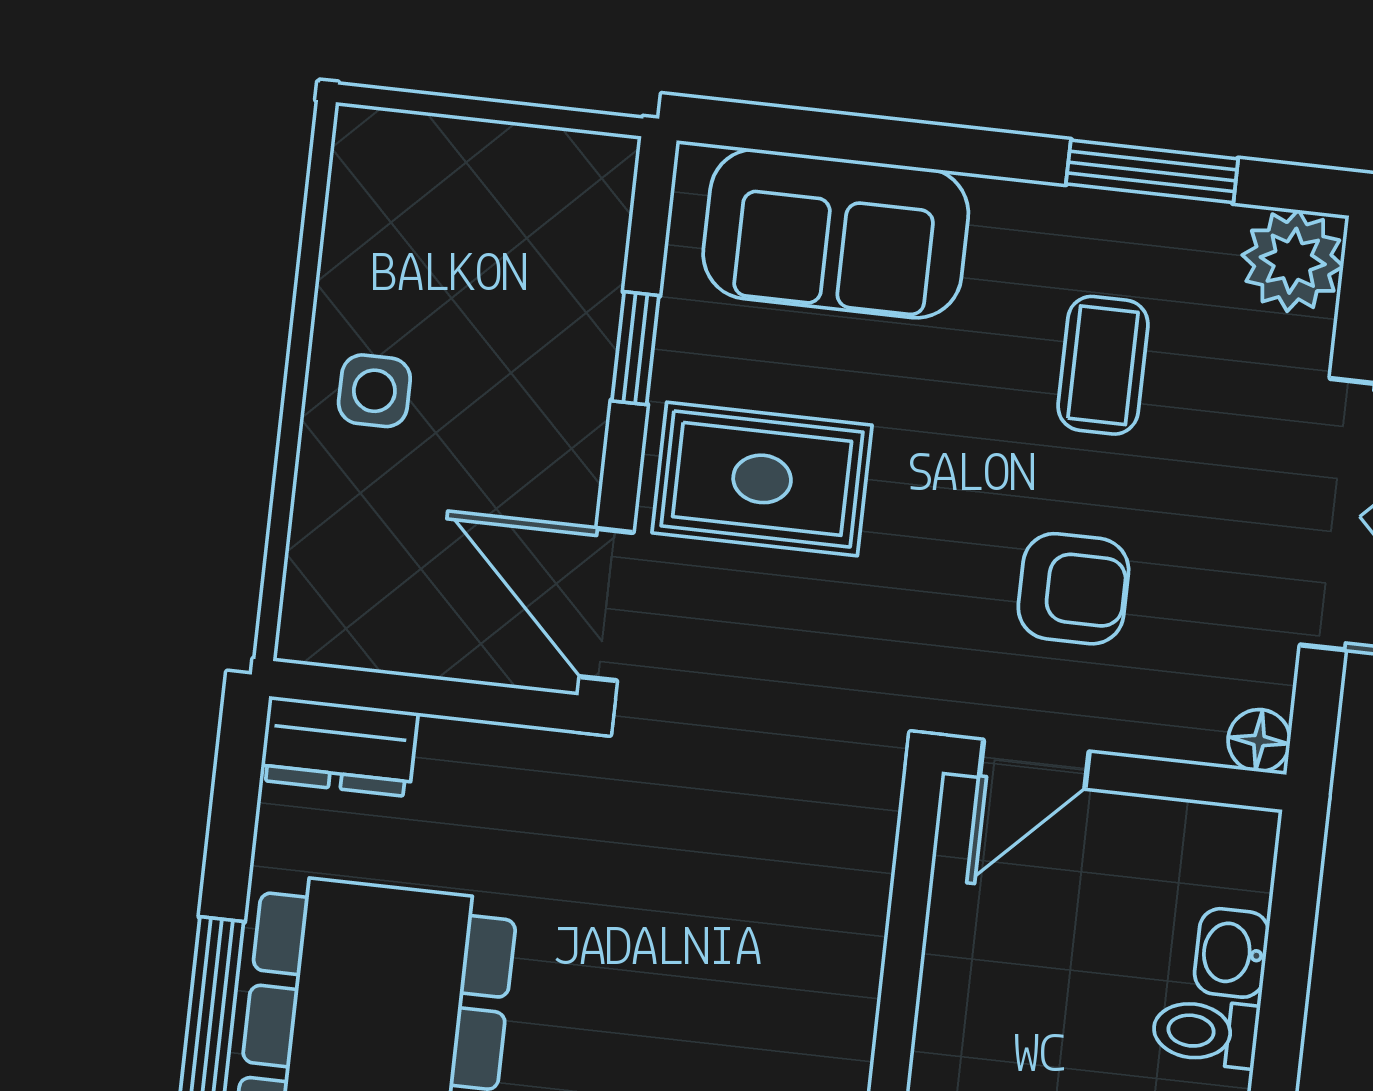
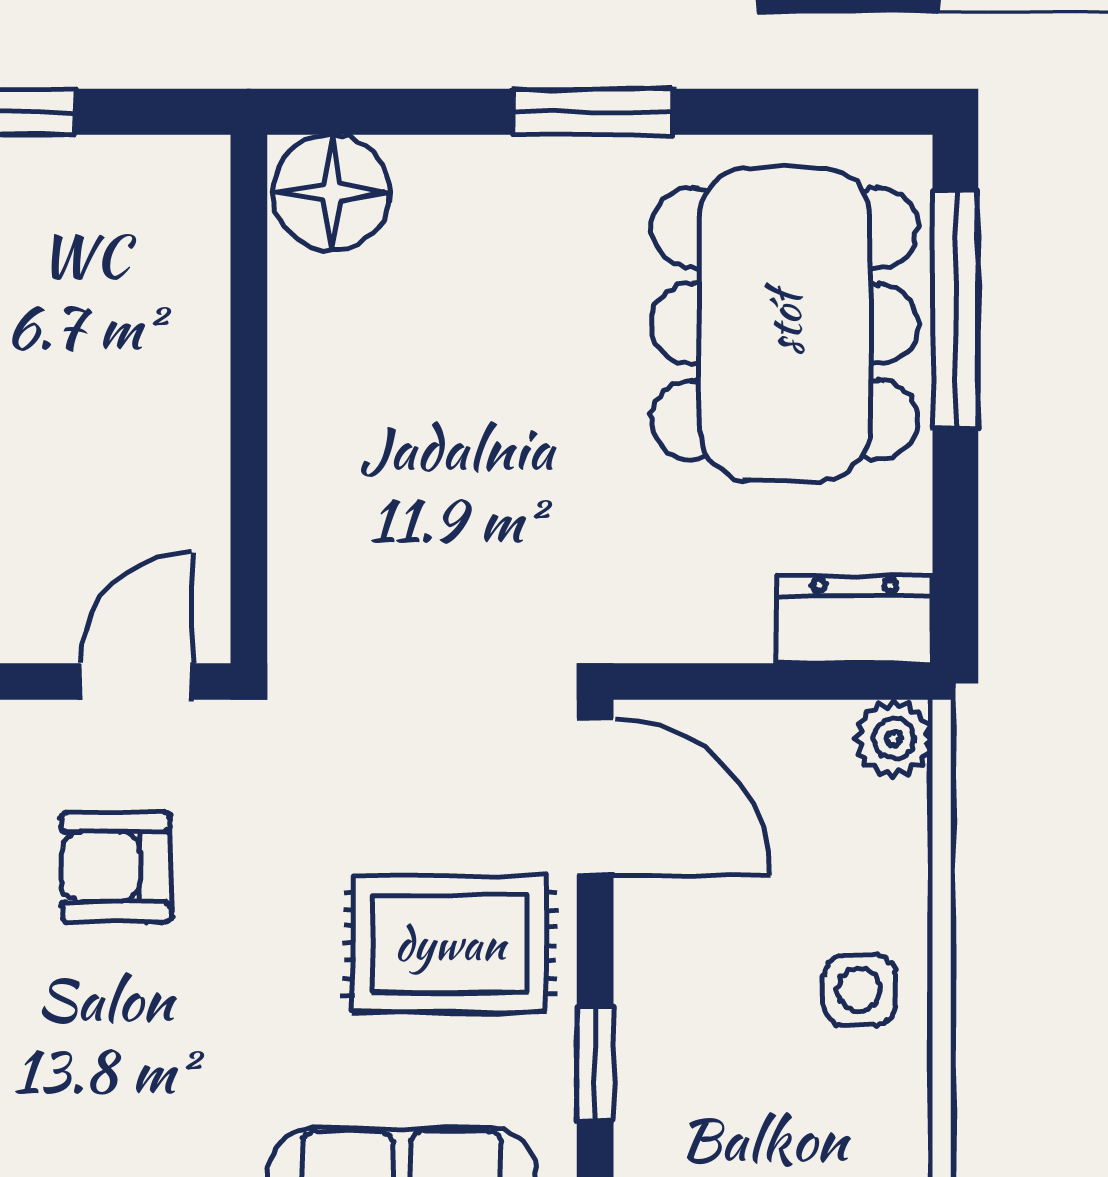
coffee table: (1103, 365) -> (111, 1101), removed
plant: (314, 628) -> (894, 739), added

